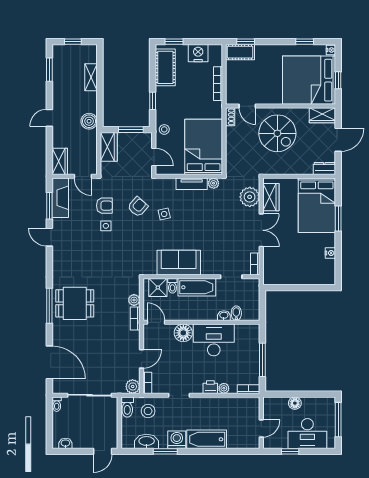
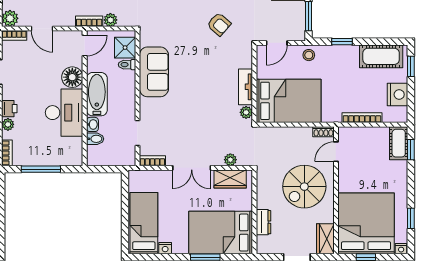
dresser: (324, 168) -> (263, 222), moved
plant: (250, 197) -> (230, 160), width x0.53, depth x0.53
side table: (164, 214) -> (210, 55), removed
bed: (309, 271) -> (144, 223), added
bathtub: (197, 287) -> (97, 94), moved, turned 180

